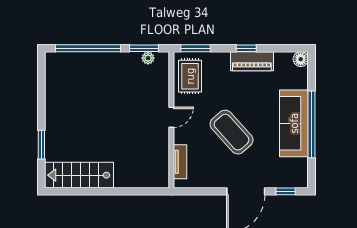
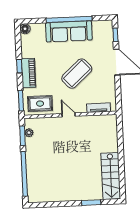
piano: (252, 61) -> (28, 73), moved

